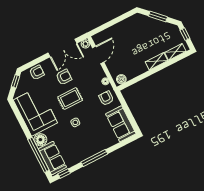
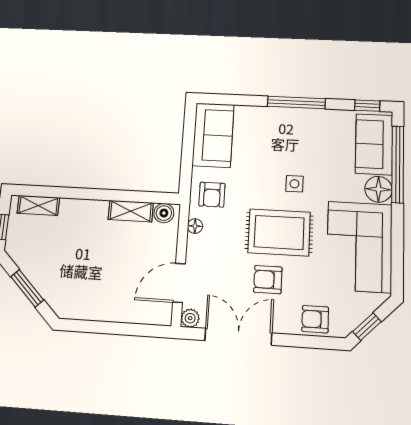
shelving: (157, 61) -> (131, 211), moved
rug: (70, 99) -> (279, 232), width x1.36, depth x1.43

